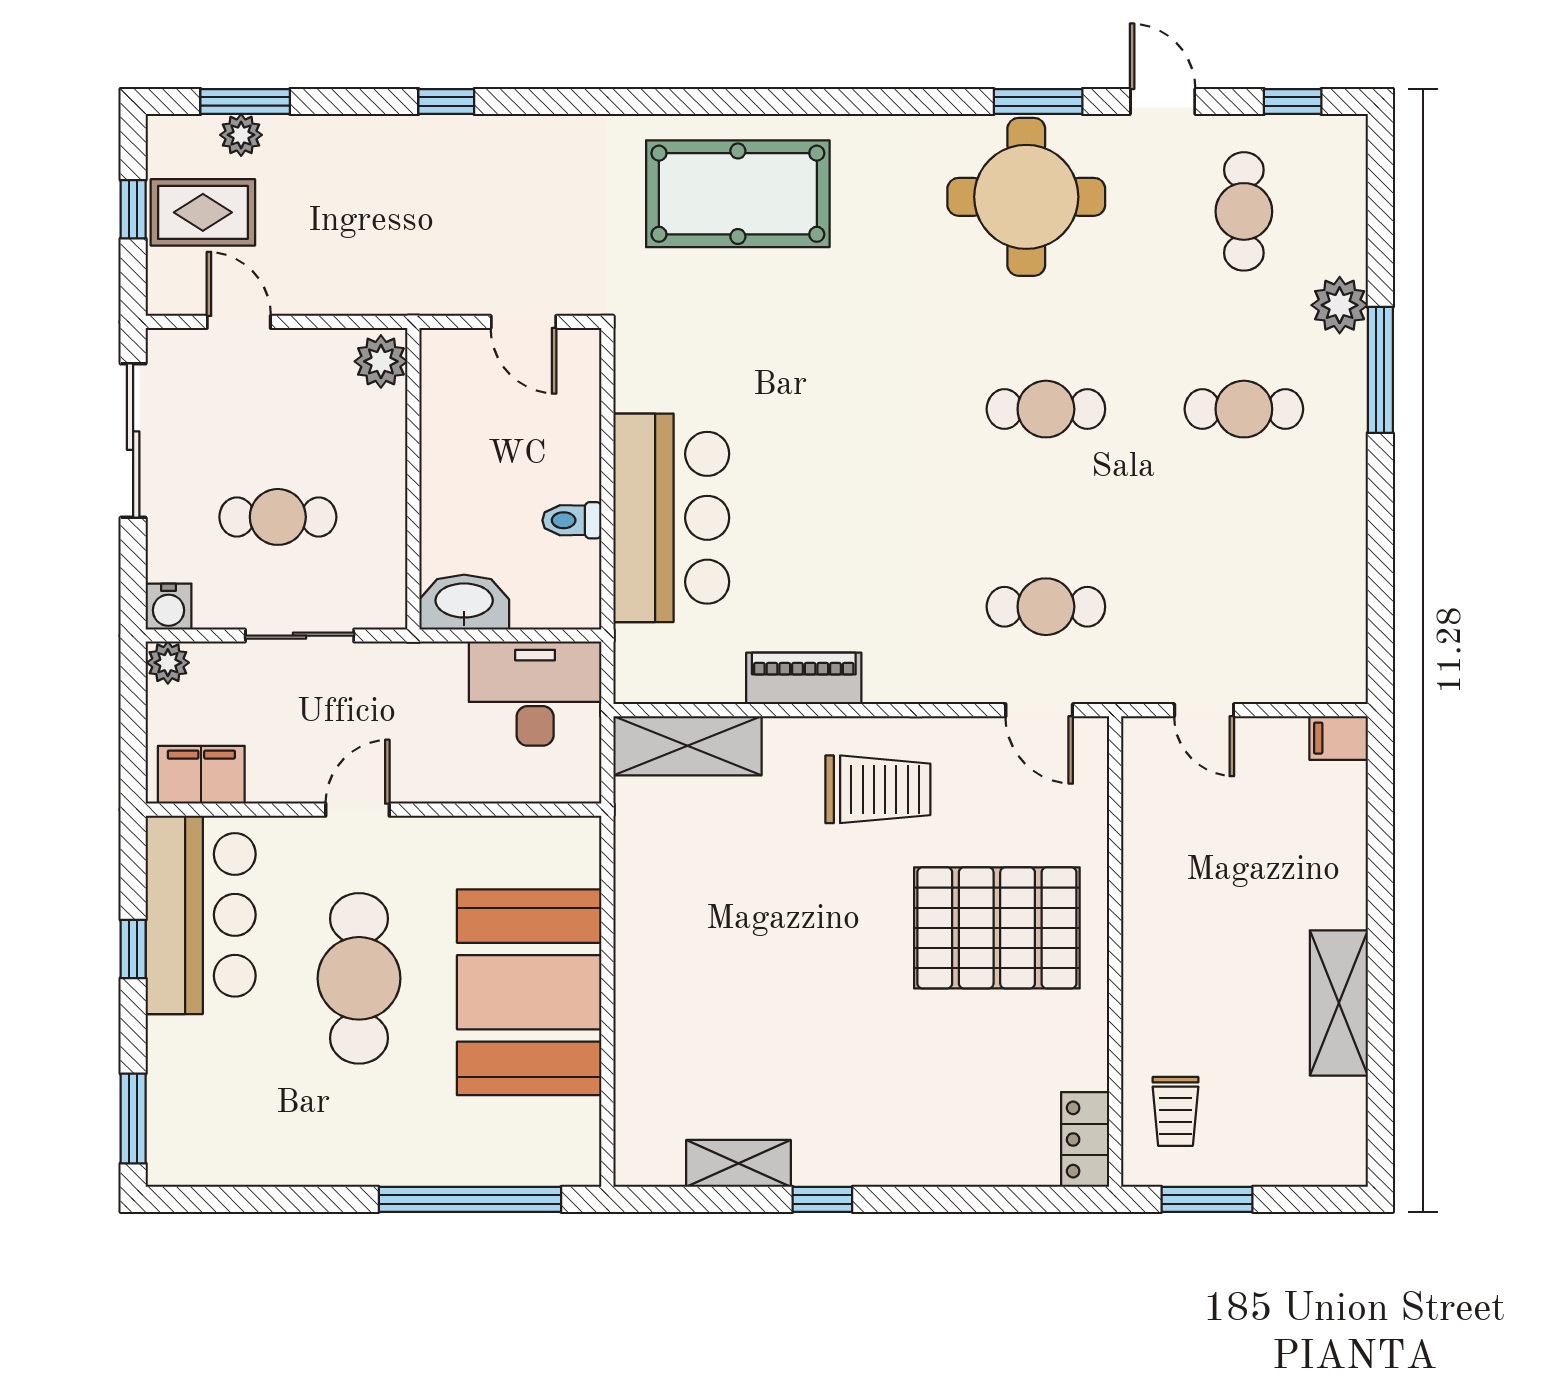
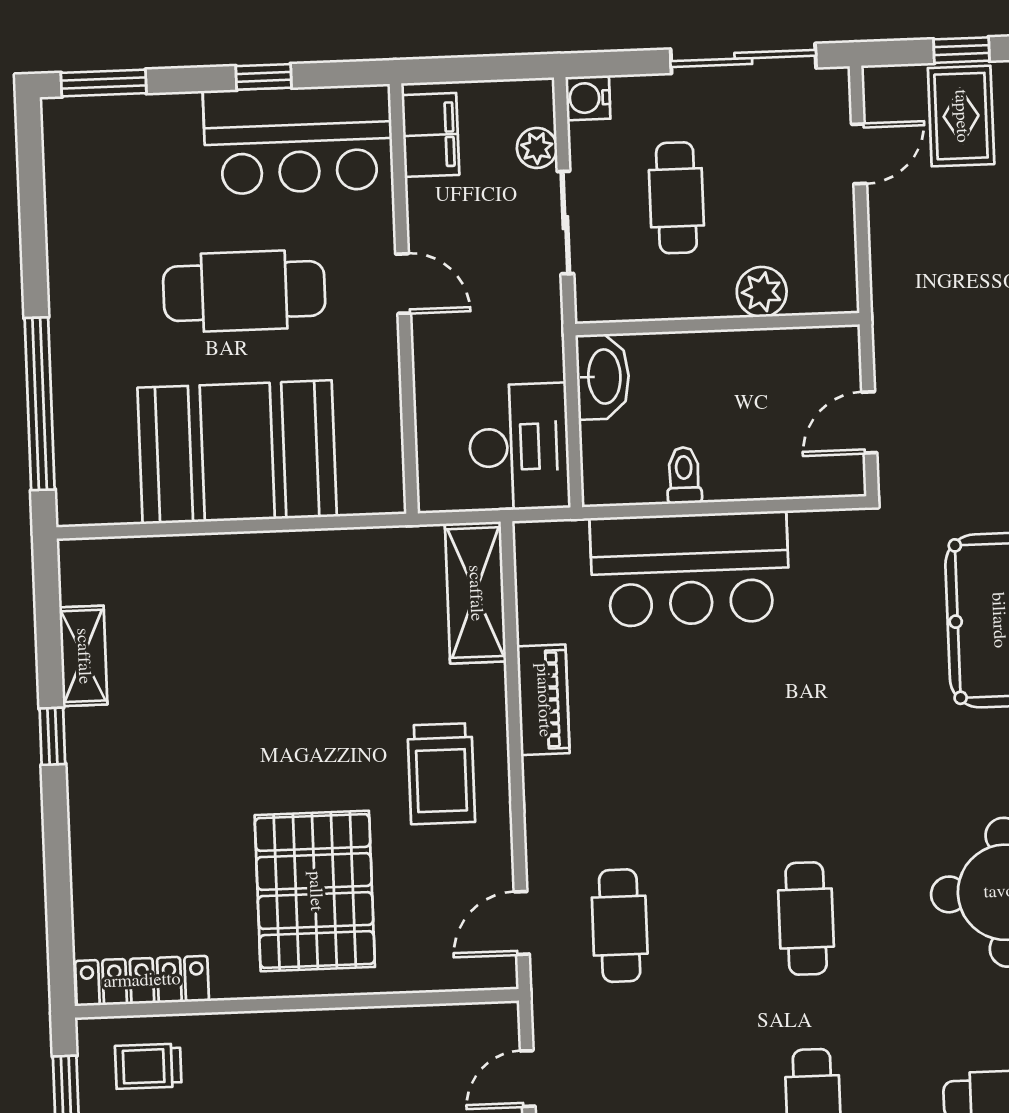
plant: (381, 361) -> (762, 292), moved
plant: (168, 663) -> (537, 148), moved
locker: (1085, 1139) -> (142, 981), width x1.53

